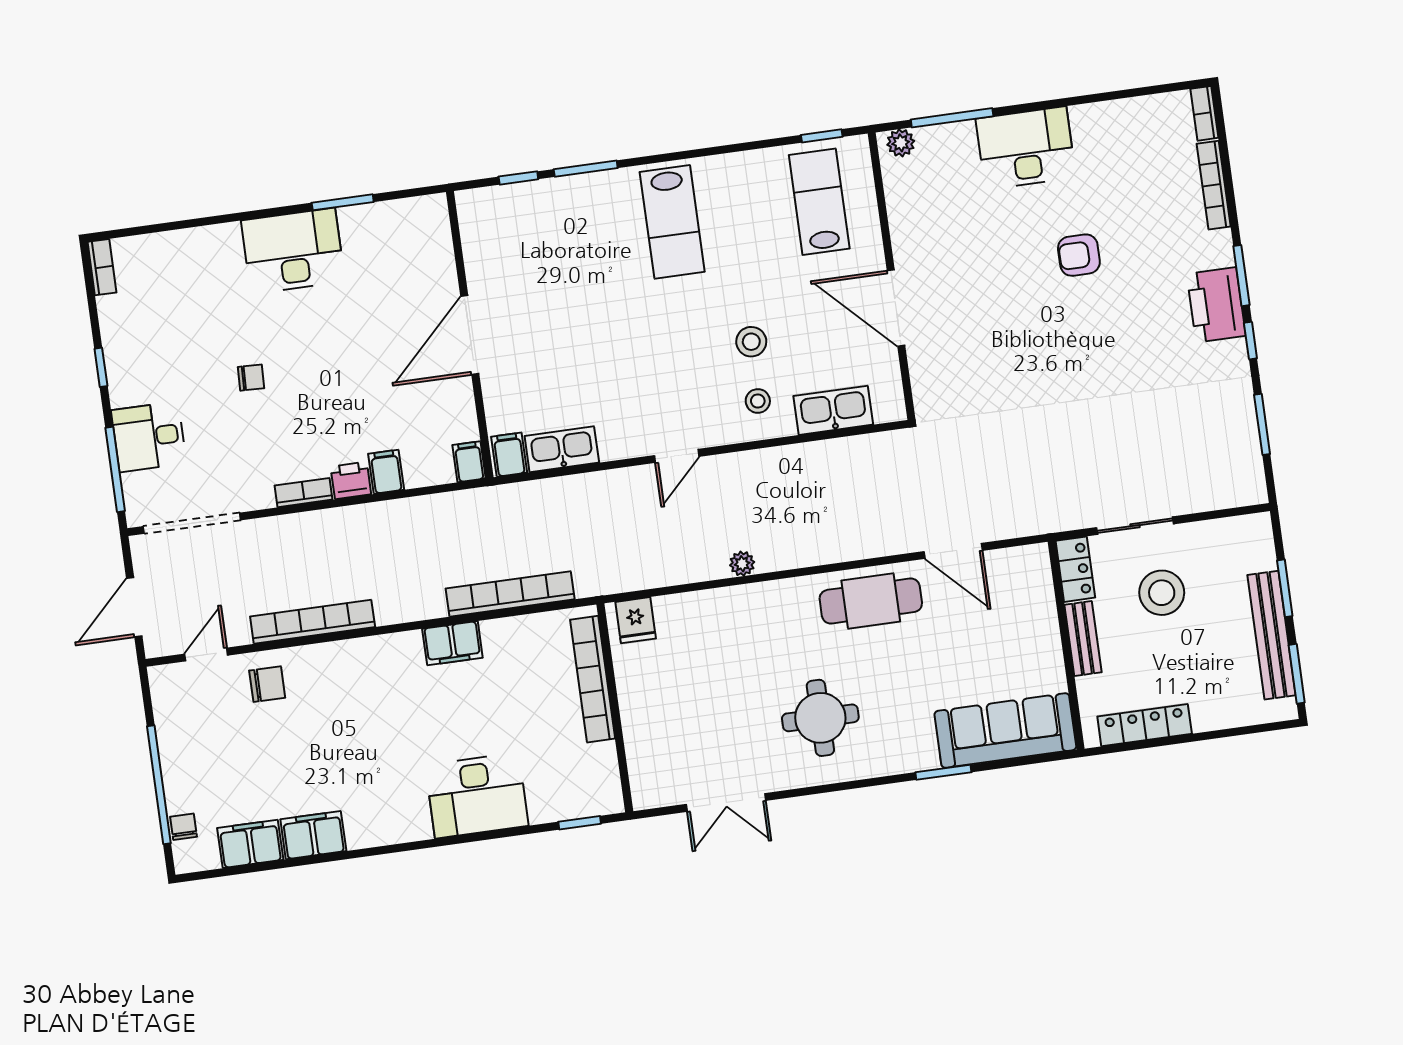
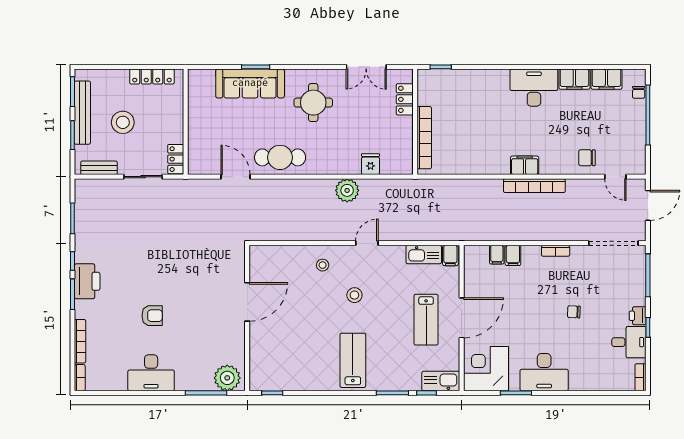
plant: (901, 143) -> (227, 378), width x1.88, depth x1.88
desk: (1026, 148) -> (151, 373), moved
lab bench: (819, 202) -> (426, 320), moved
corner desk: (408, 242) -> (486, 369), added
door: (896, 308) -> (247, 302), hinge flipped
stool: (751, 342) -> (354, 295), moved
kitchen sink: (833, 410) -> (441, 381), moved, turned 180
desk: (149, 437) -> (629, 342), moved
filing cabinet: (469, 462) -> (497, 255), moved
printer: (351, 480) -> (638, 316), moved, turned 90
plant: (742, 564) -> (347, 190), width x1.88, depth x1.88
stool: (1162, 593) -> (123, 122), moved
bookcase: (510, 594) -> (460, 186), removed
fridge: (636, 620) -> (370, 164), moved
bookcase: (313, 622) -> (534, 186), moved
bench: (1083, 638) -> (99, 168), moved, turned 90
filing cabinet: (452, 643) -> (525, 165), moved
door: (206, 655) -> (615, 177), hinge flipped
sofa: (1005, 731) -> (250, 83), moved
locker: (641, 749) -> (405, 99), added
desk: (477, 796) -> (534, 88), moved
double door: (726, 802) -> (366, 67), swing flipped

